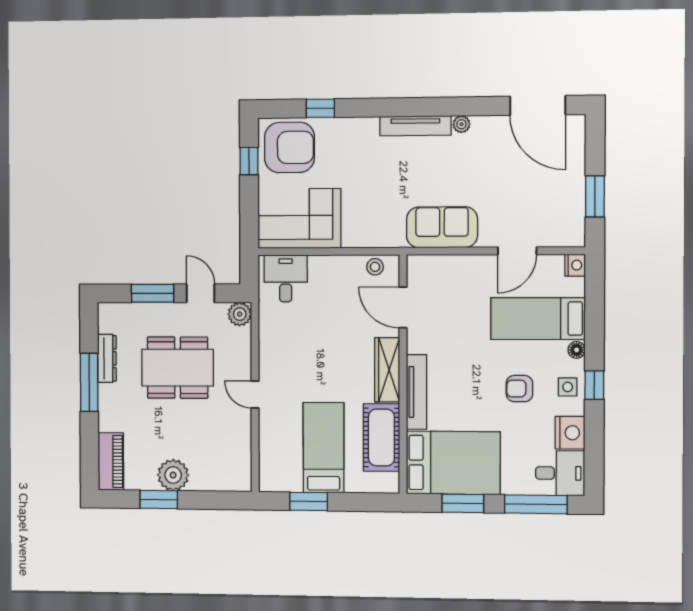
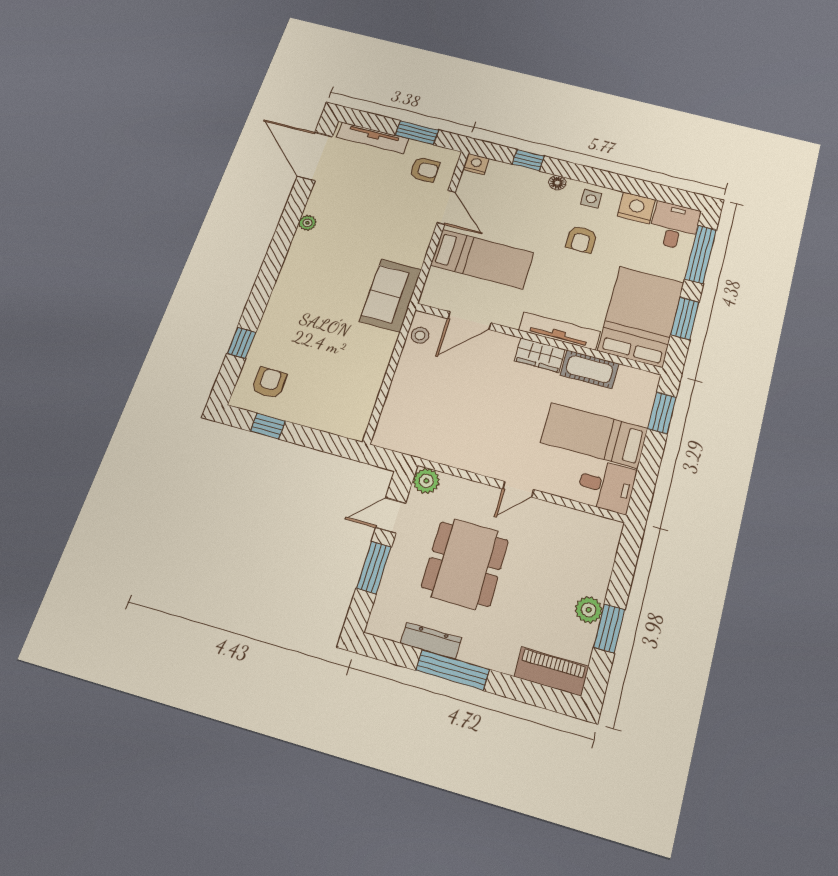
door: (538, 105) -> (315, 156), swing flipped
tv unit: (415, 126) -> (373, 138), moved, turned 90
armchair: (289, 147) -> (269, 383), width x0.53, depth x0.53
armchair: (554, 217) -> (424, 169), added
corner sofa: (299, 219) -> (346, 393), removed
sofa: (442, 227) -> (391, 295), moved
desk: (286, 278) -> (606, 486), moved, turned 180
bed: (538, 319) -> (482, 259), moved, turned -90
wardrobe: (387, 370) -> (540, 355), width x0.67
window: (594, 385) -> (528, 160), moved
cot: (381, 437) -> (589, 369), width x0.73, depth x0.75
plant: (173, 475) -> (589, 610), width x0.73, depth x0.73
window: (309, 501) -> (662, 413), moved

